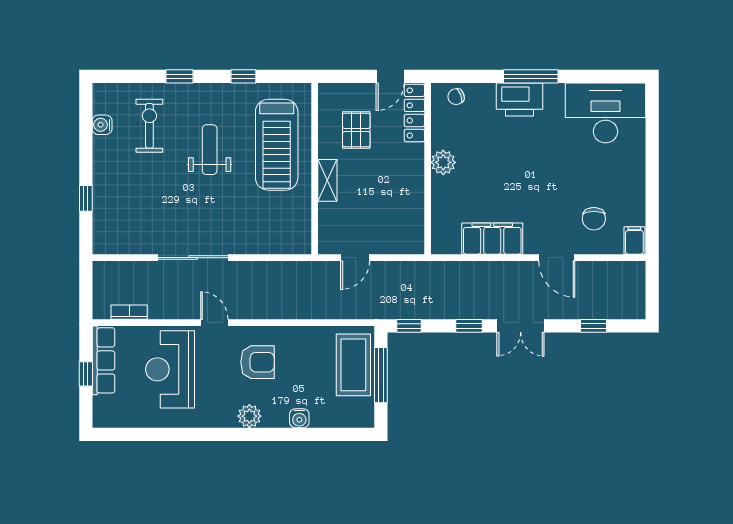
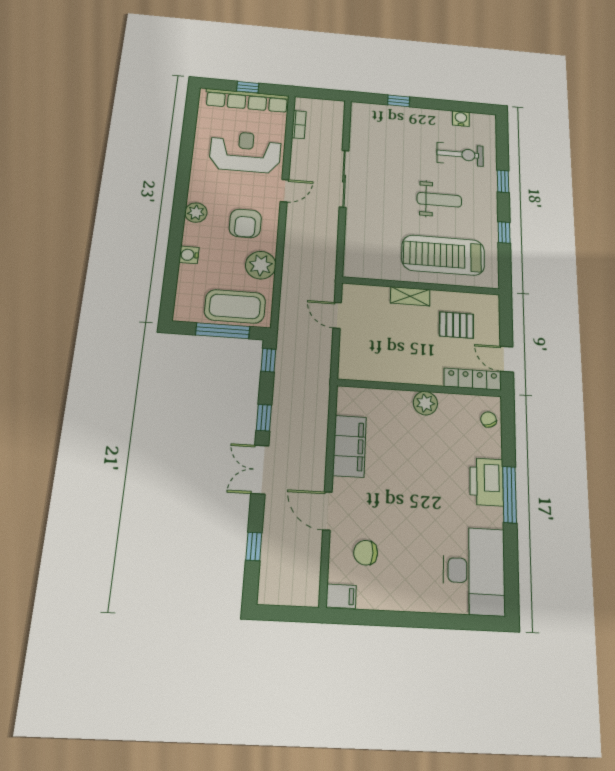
door: (557, 258) -> (327, 511), hinge flipped
plant: (305, 342) -> (261, 265), added
row of seats: (103, 360) -> (247, 100), width x1.36

